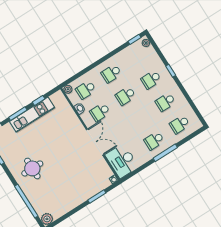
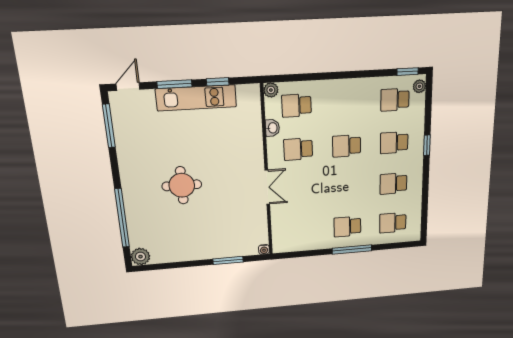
school desk: (111, 73) -> (395, 100), moved
double door: (95, 142) -> (267, 187), width x0.73
desk: (122, 161) -> (289, 231), removed
round table: (32, 168) -> (182, 185), moved

